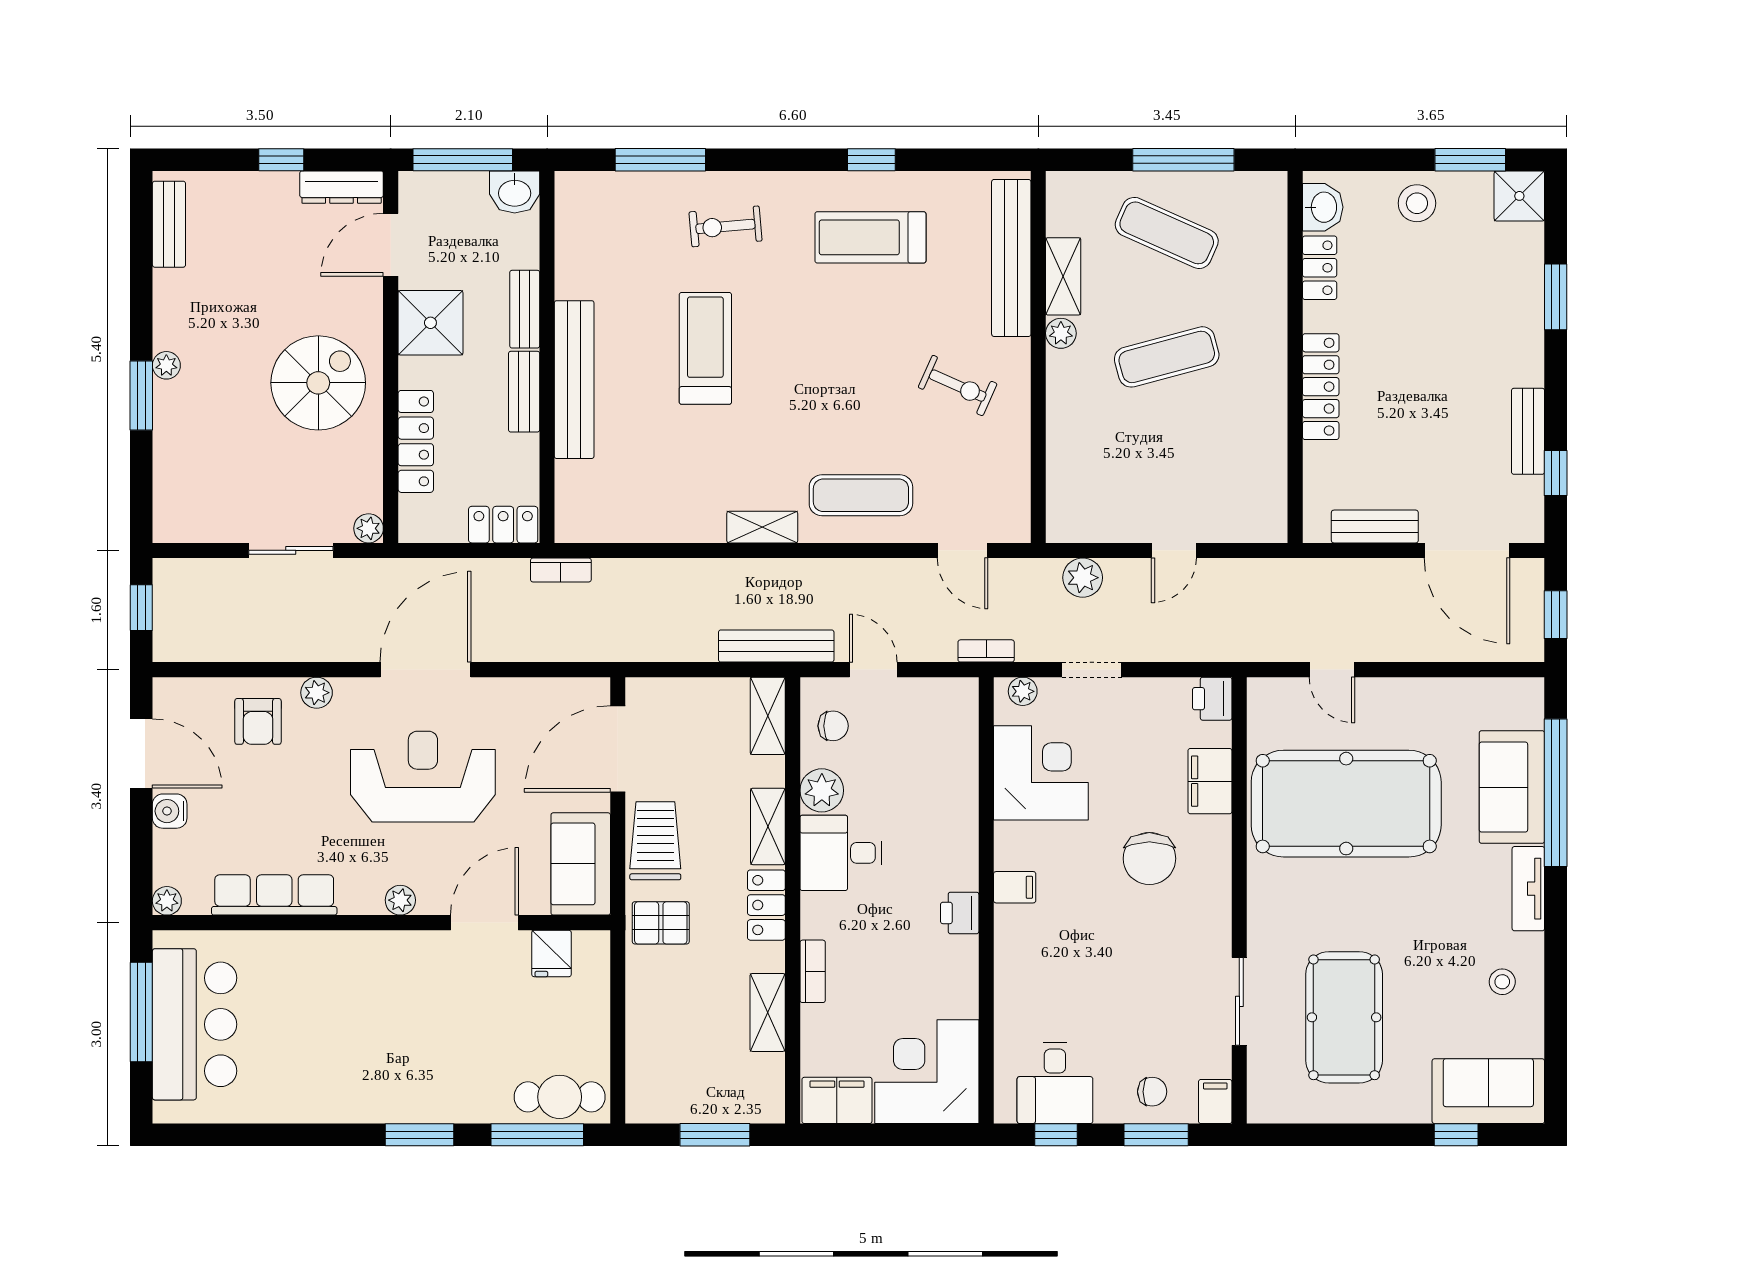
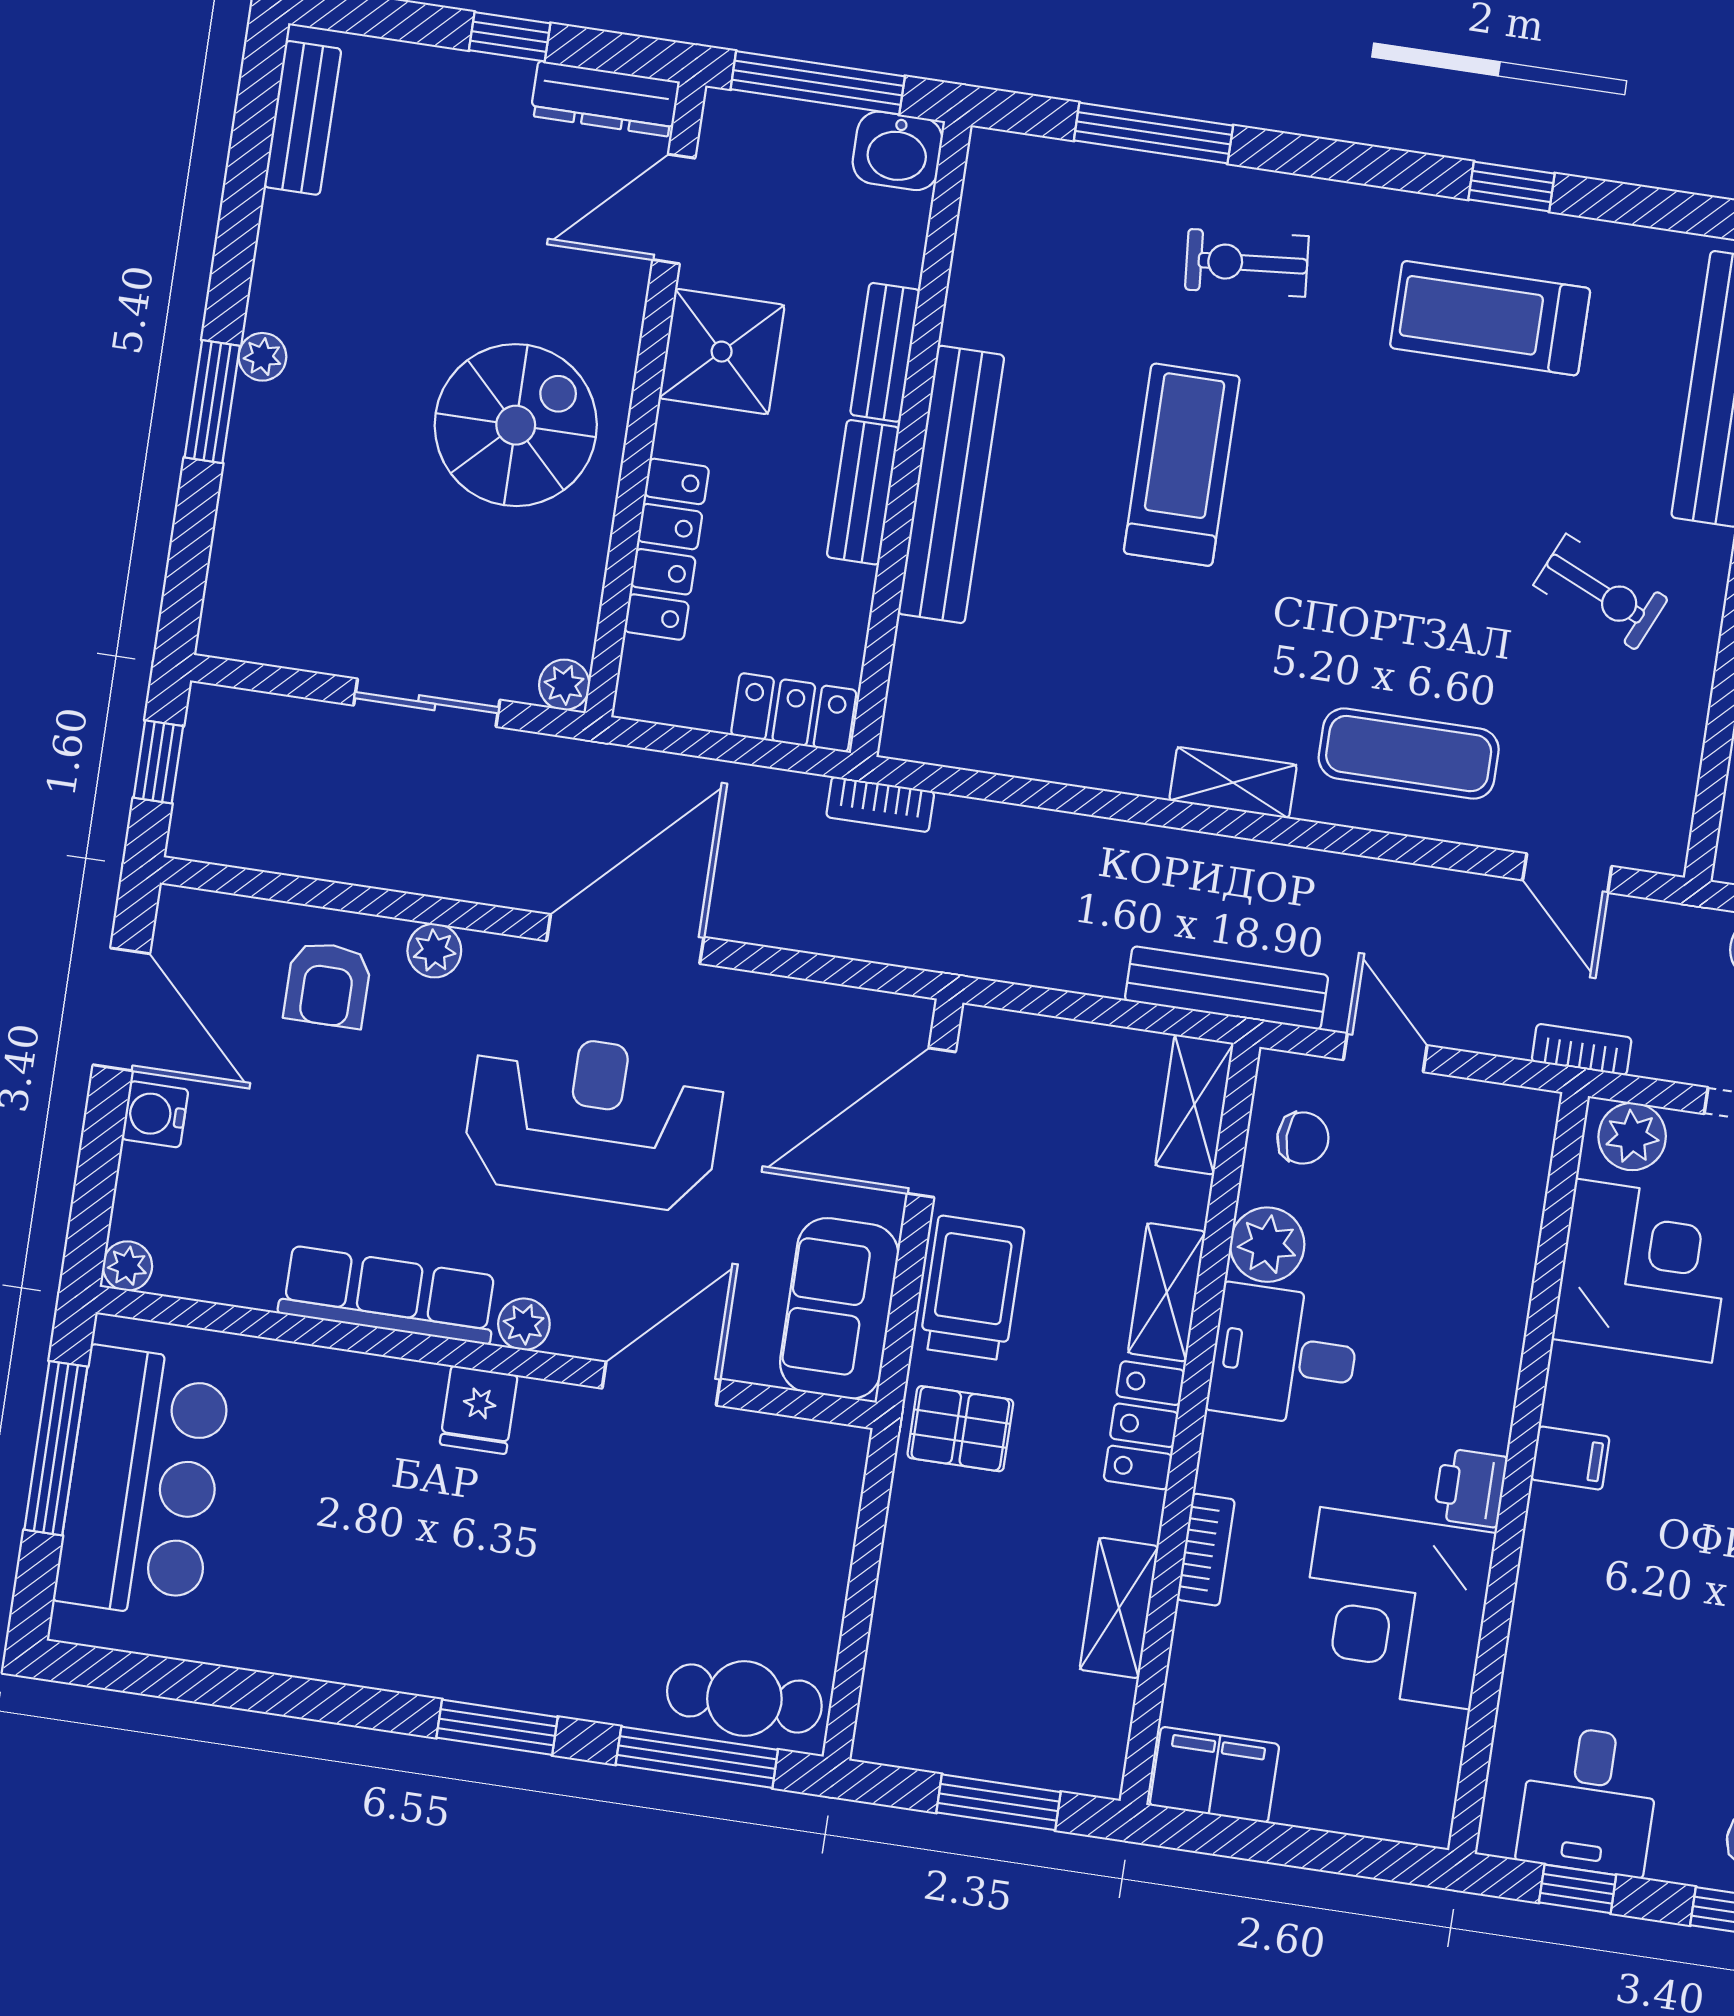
plant: (1023, 691) -> (1632, 1137), width x1.38, depth x1.38
row of seats: (274, 895) -> (388, 1295), moved
fridge: (552, 953) -> (479, 1410), moved
corner desk: (927, 1072) -> (1395, 1608), moved, turned -90

